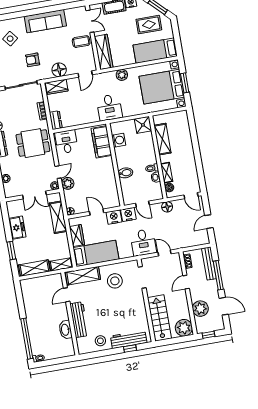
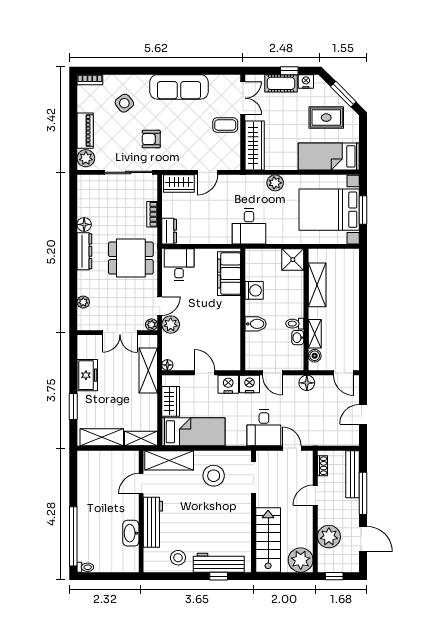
floor lamp: (59, 70) -> (187, 160), removed
door: (85, 74) -> (207, 172), moved
washing machine: (119, 140) -> (254, 290), moved

